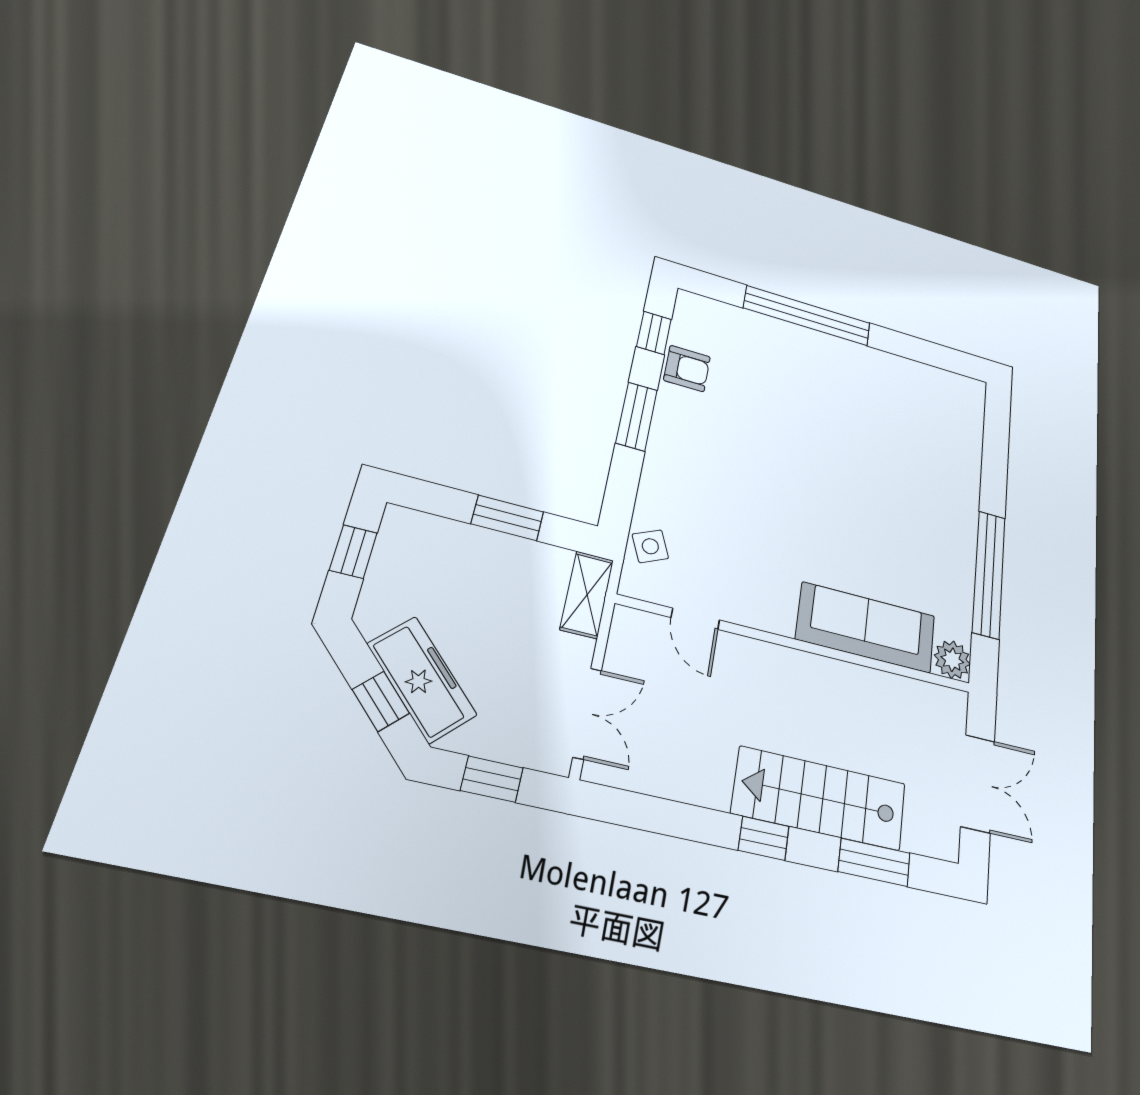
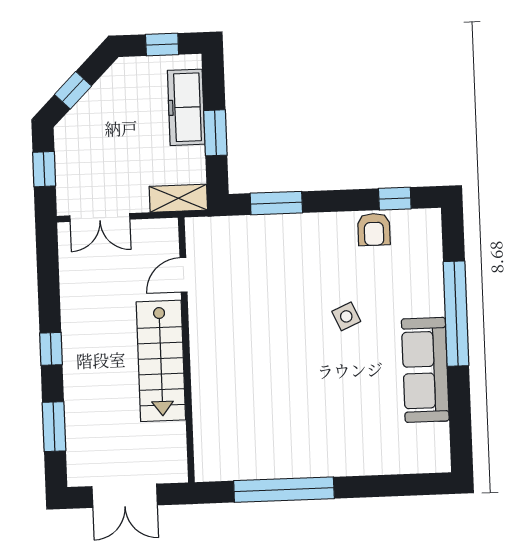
window: (637, 416) -> (276, 203), moved
side table: (650, 546) -> (346, 316), moved
sofa: (866, 627) -> (425, 370), moved, turned 180
plant: (952, 660) -> (209, 467), removed
freezer: (422, 679) -> (186, 107), moved, turned 135
stairs: (820, 798) -> (161, 361), moved, turned 180

